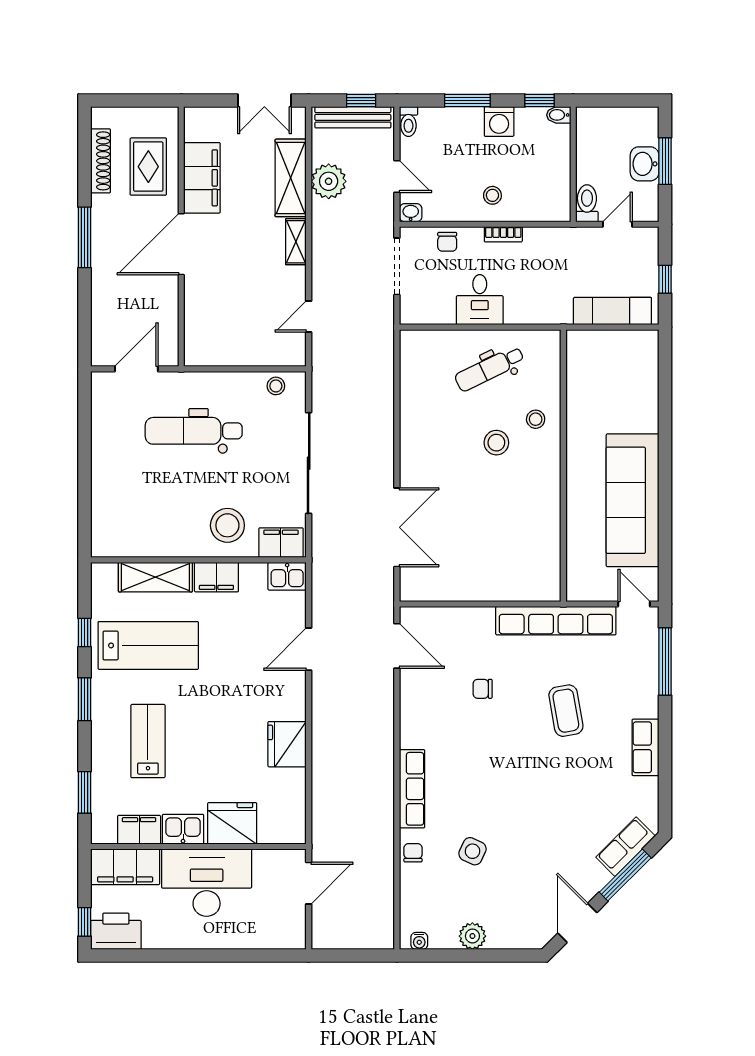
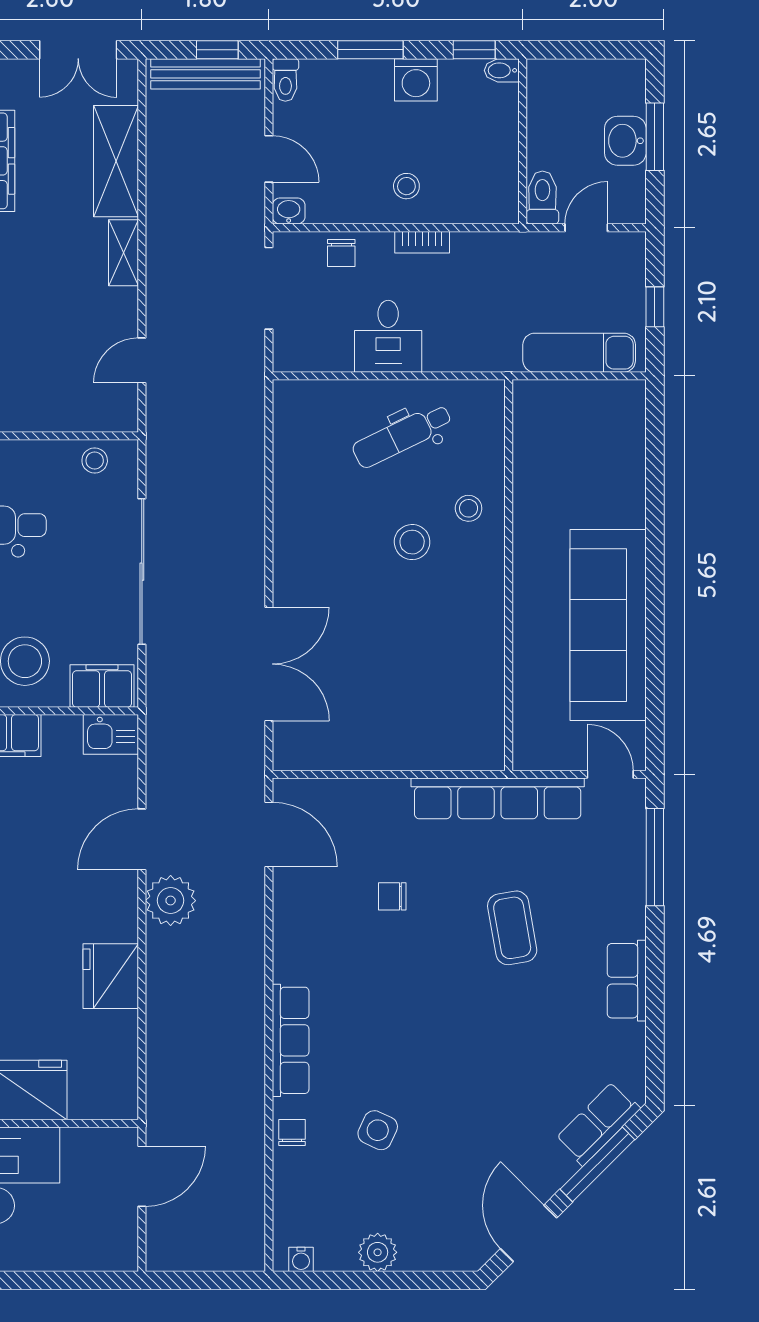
plant: (329, 181) -> (171, 901), moved

